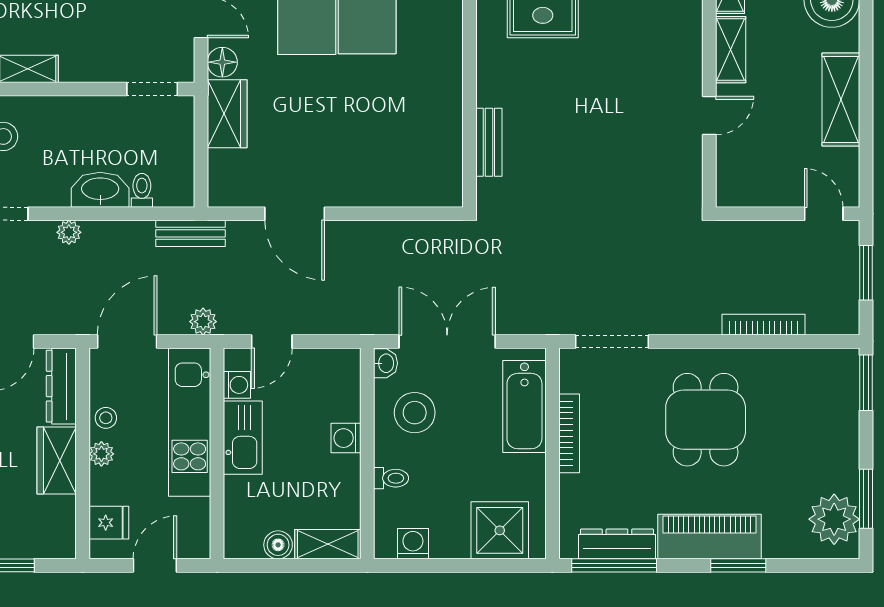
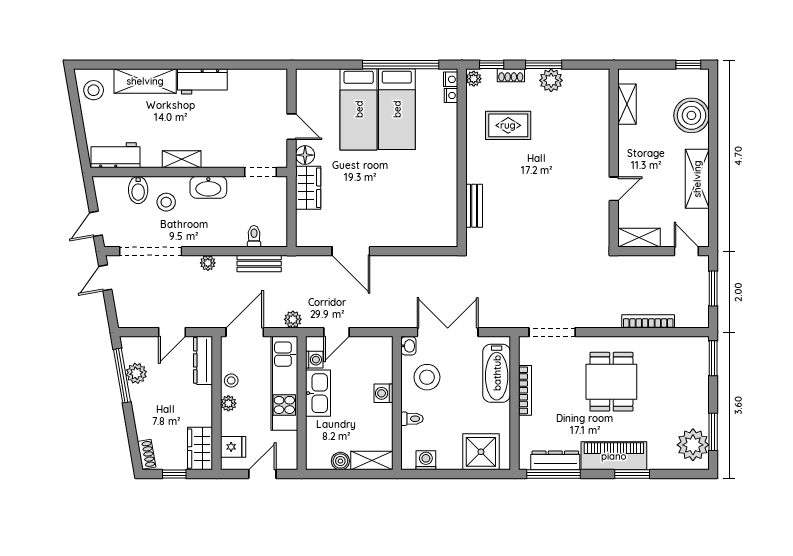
shelving: (731, 50) -> (639, 238), moved, turned 90
washbasin: (100, 190) -> (208, 187), moved, turned 180
bench: (190, 233) -> (259, 264), moved
wardrobe: (57, 461) -> (200, 449), moved

